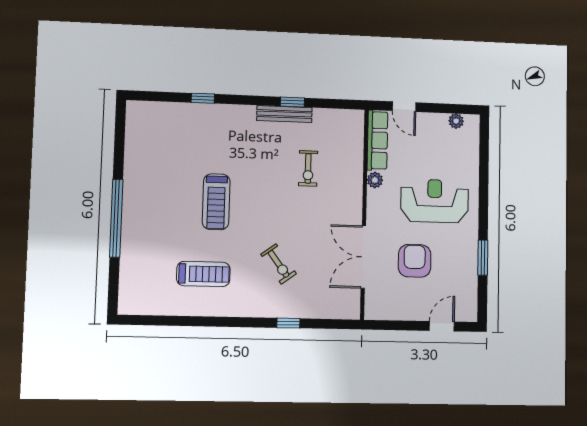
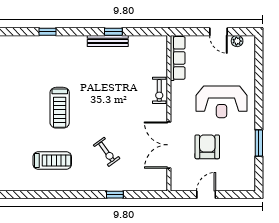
door: (404, 107) -> (218, 32), moved
exercise bike: (308, 168) -> (159, 90), moved
plant: (375, 180) -> (176, 88), removed
reception desk: (435, 201) -> (222, 102), turned 180
door: (442, 326) -> (206, 195), moved

